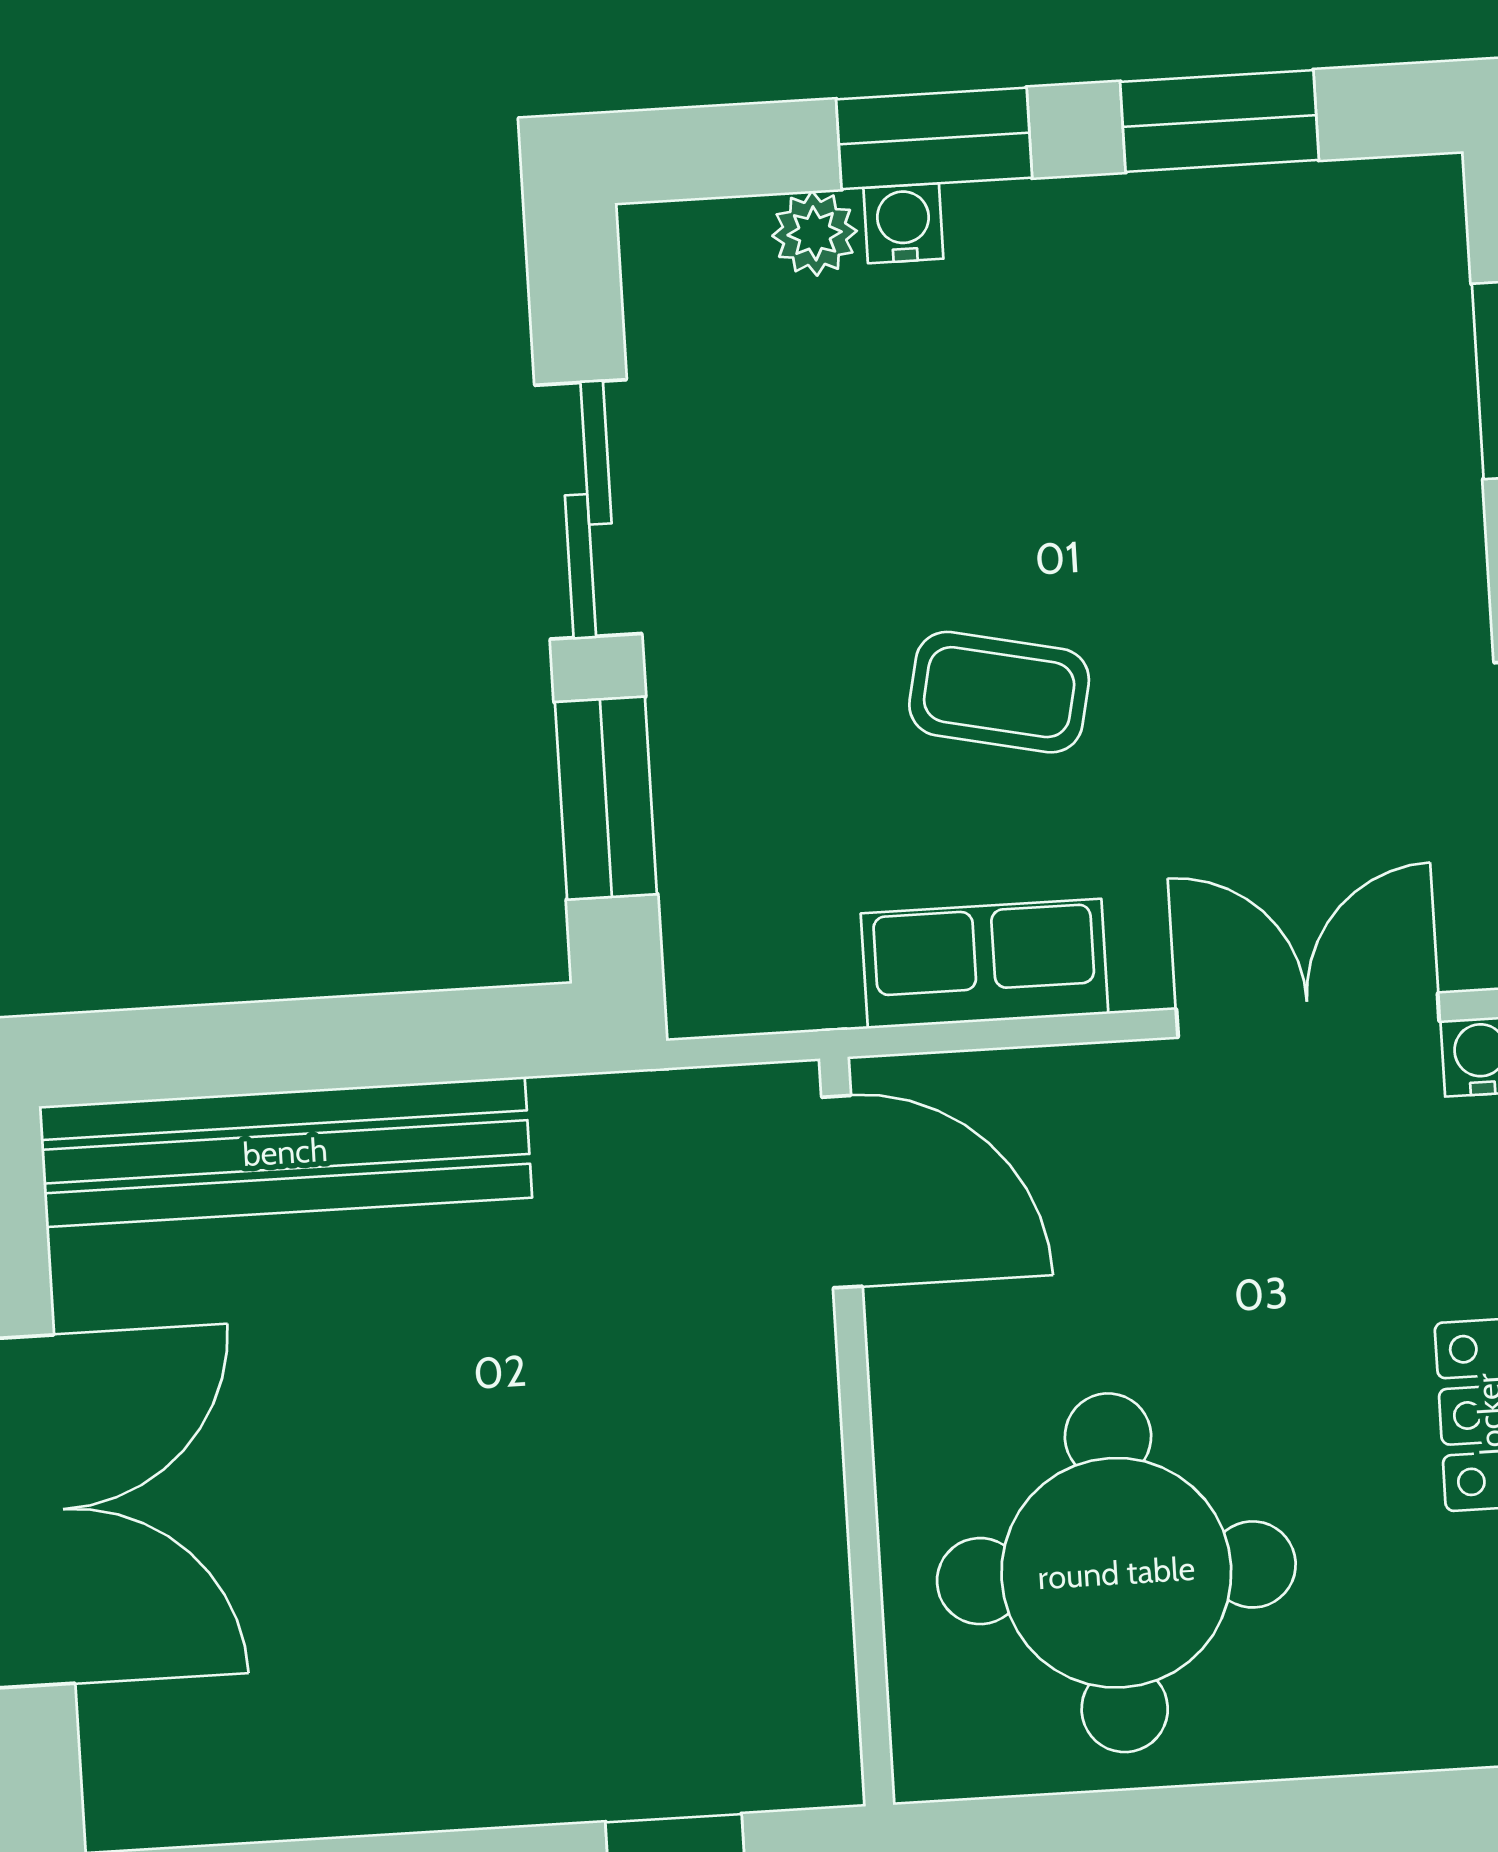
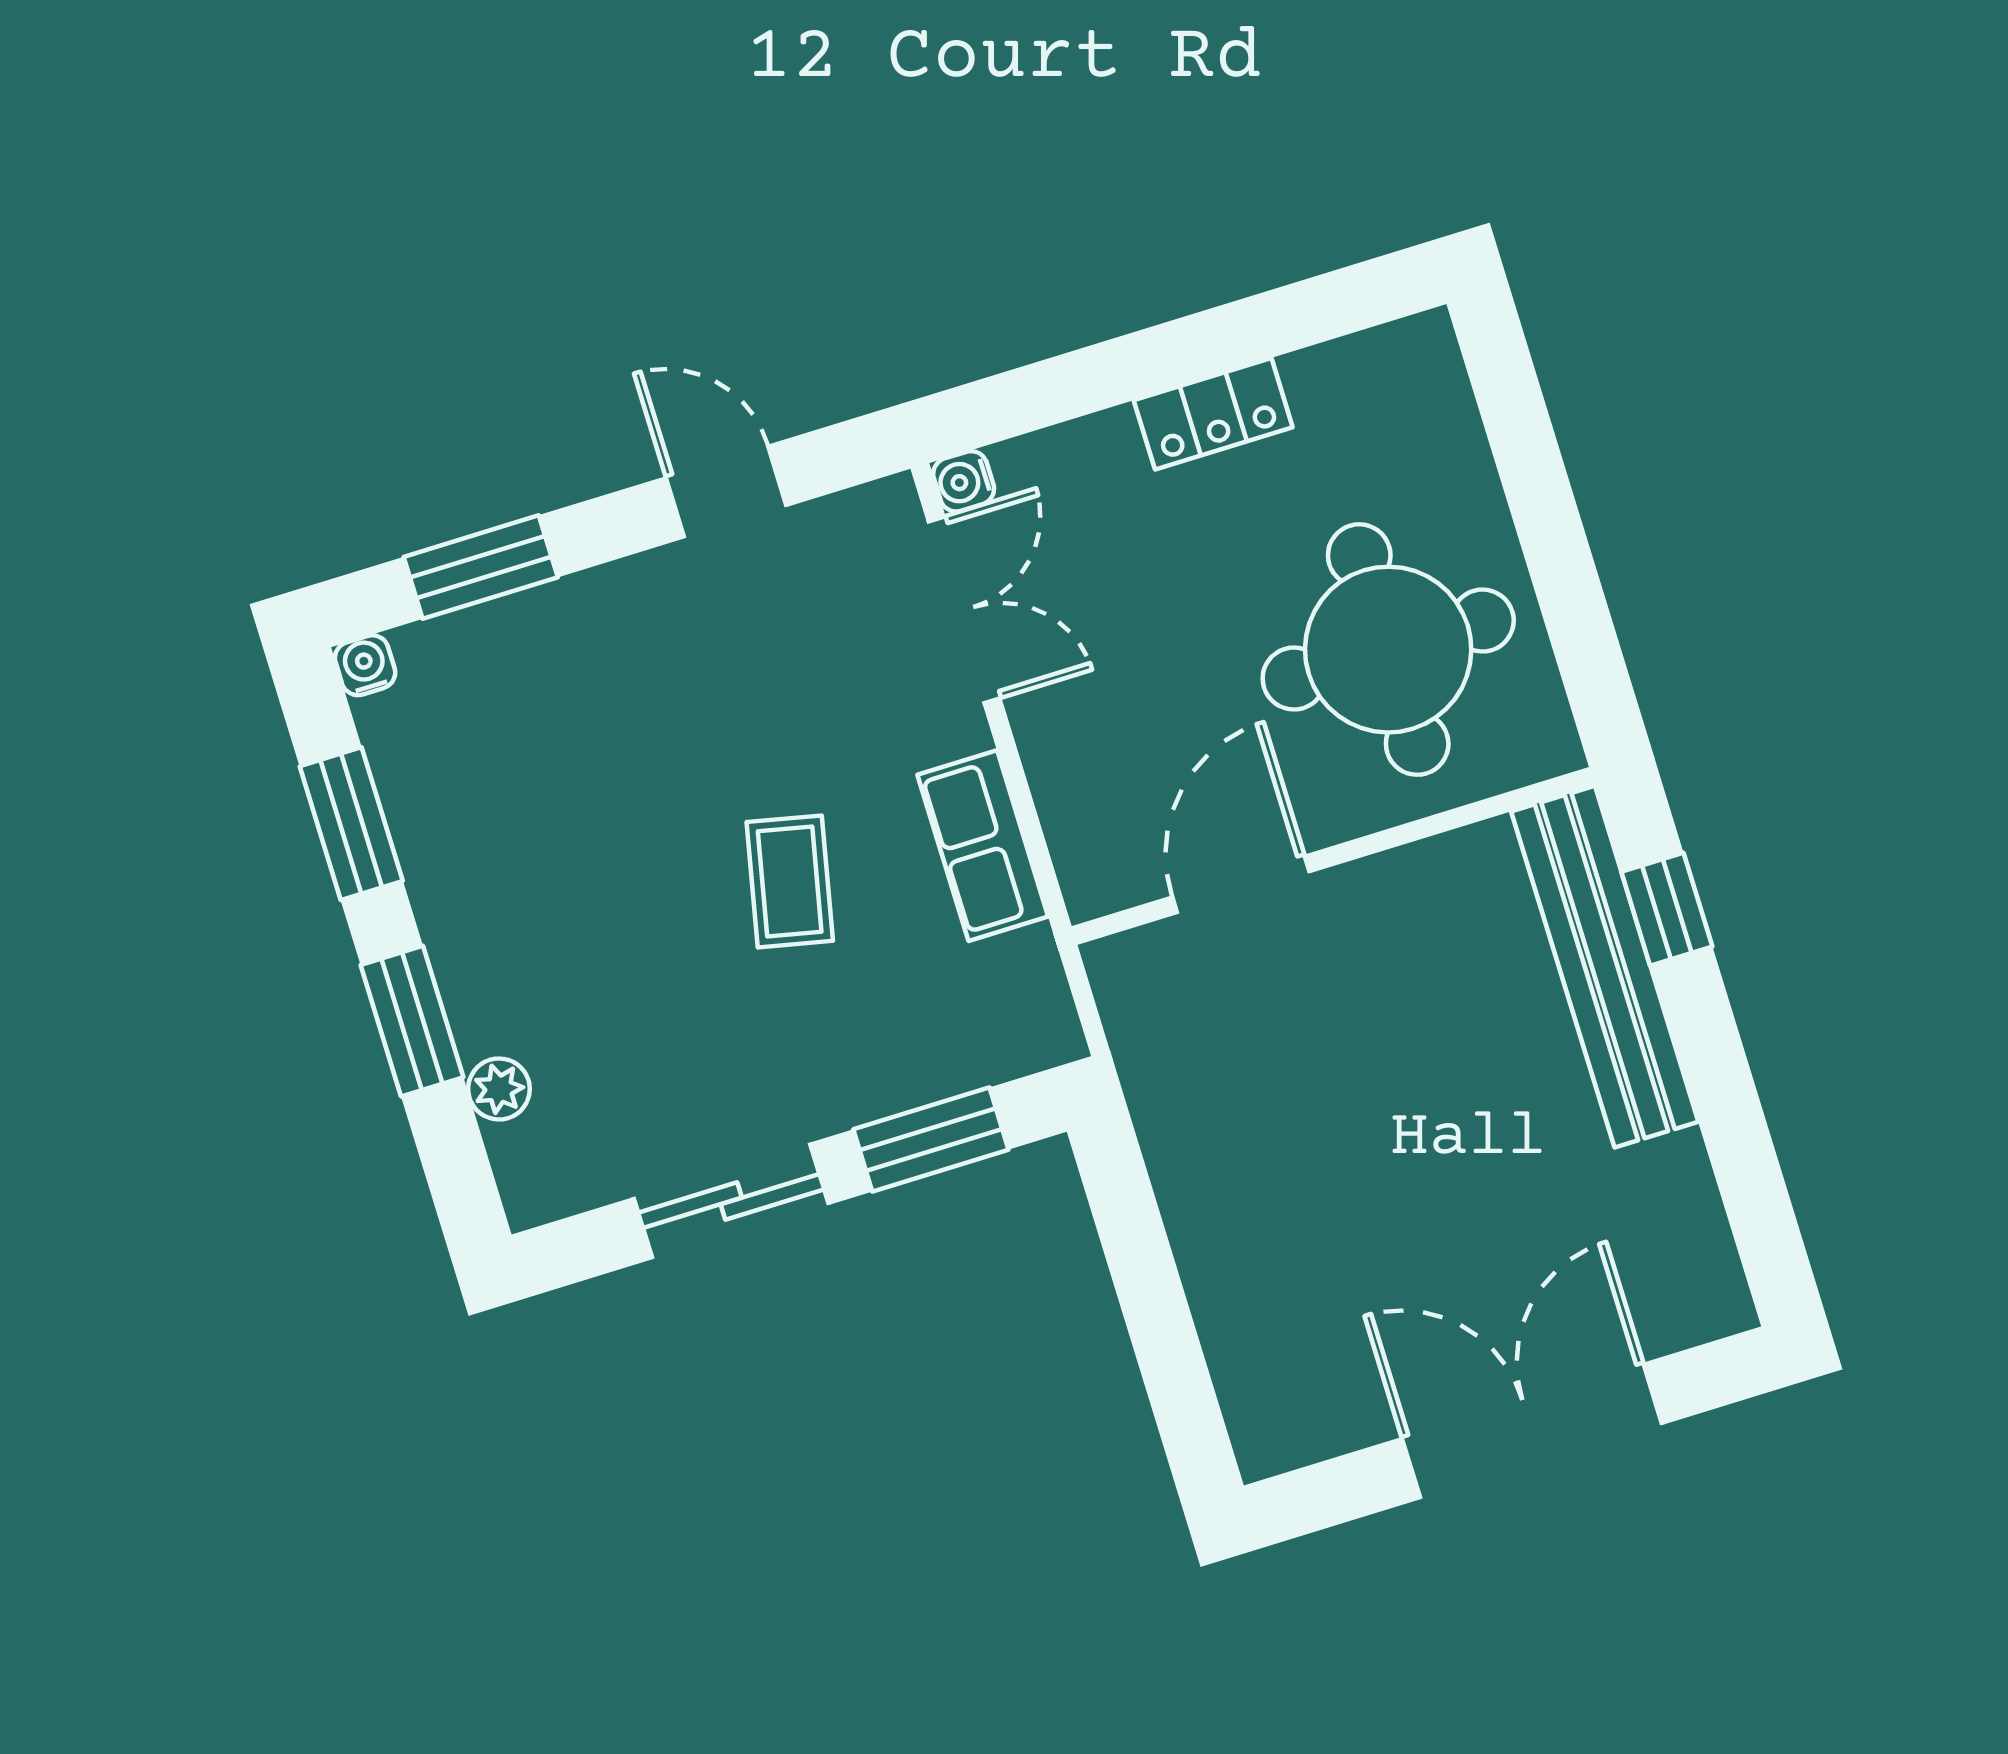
water cooler: (903, 223) -> (365, 665), moved, turned 90
double door: (1308, 1015) -> (964, 610), swing flipped
bench: (285, 1152) -> (1605, 967), moved
door: (842, 1192) -> (1241, 884), moved

